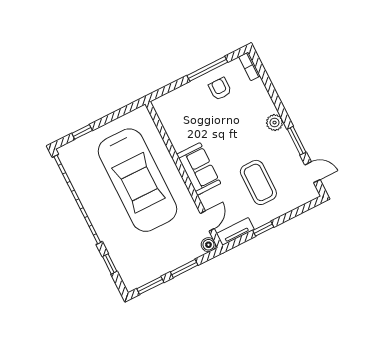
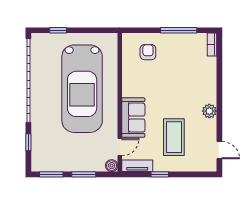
armchair: (220, 89) -> (148, 52), moved
plant: (275, 123) -> (209, 111), moved
window: (297, 141) -> (219, 120), removed
sofa: (199, 169) -> (133, 118), moved

